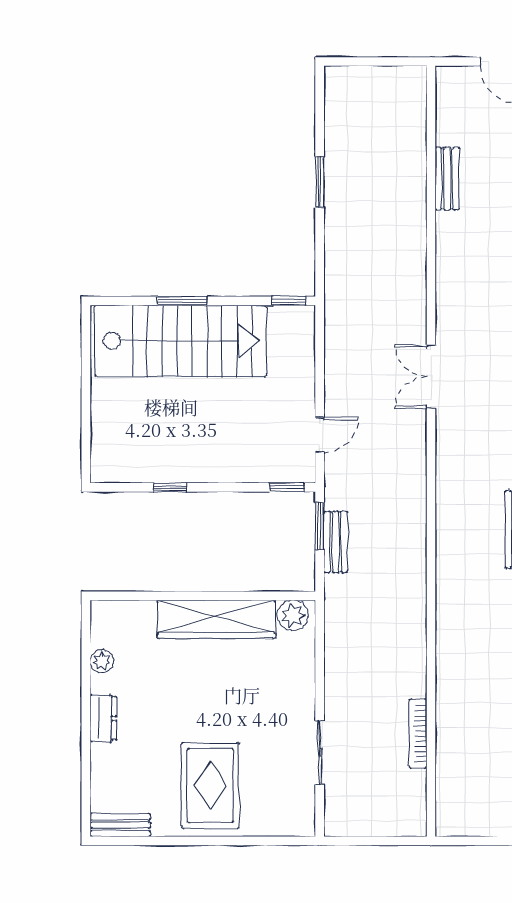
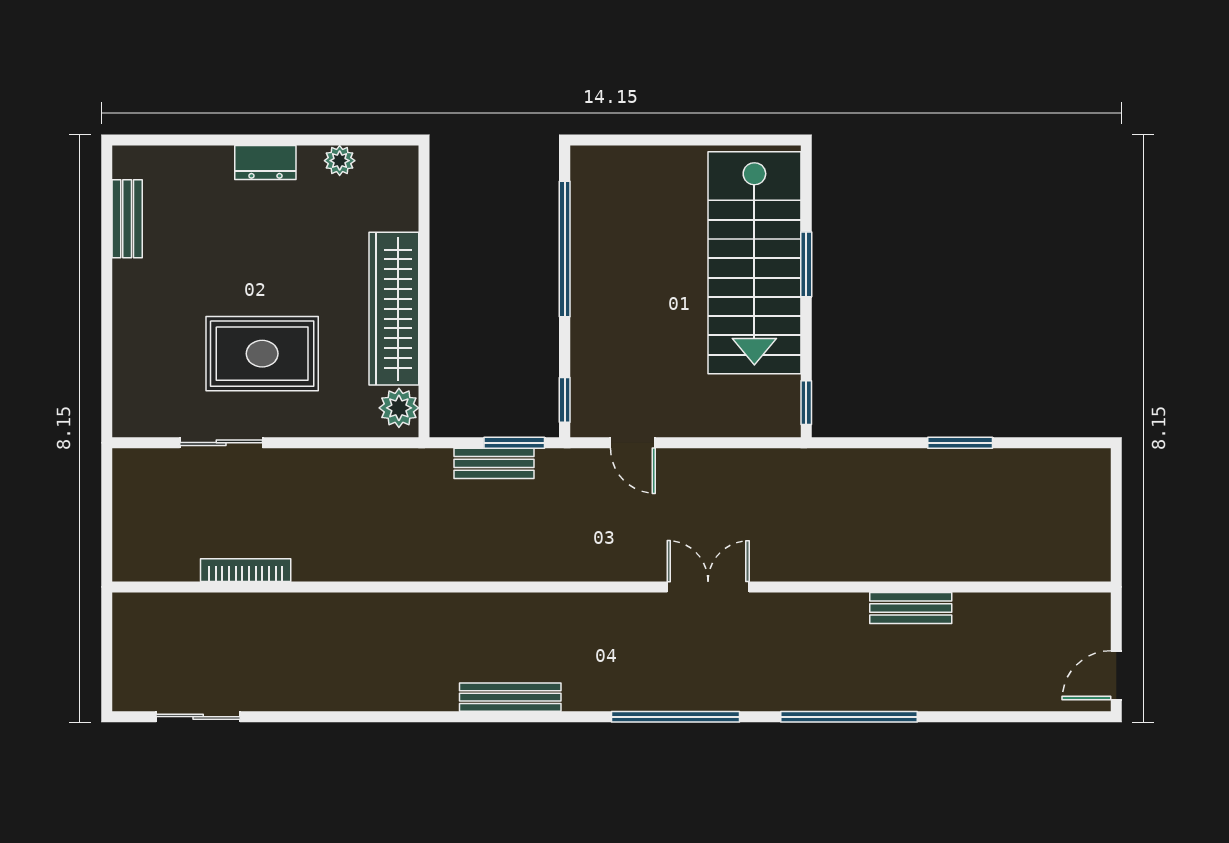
bench: (447, 179) -> (911, 608), moved
window: (170, 487) -> (565, 249), width x3.17
rug: (210, 785) -> (262, 354), moved
bench: (120, 825) -> (127, 219), moved

